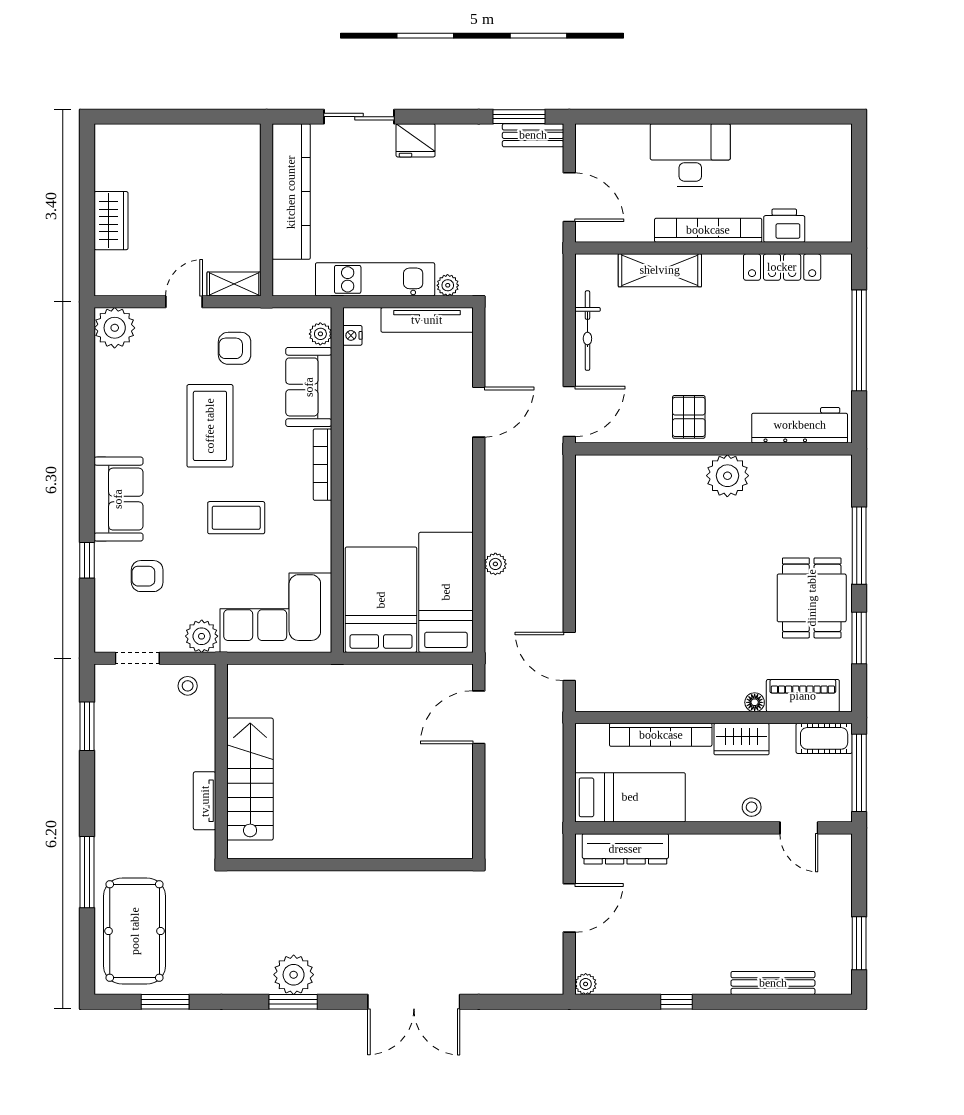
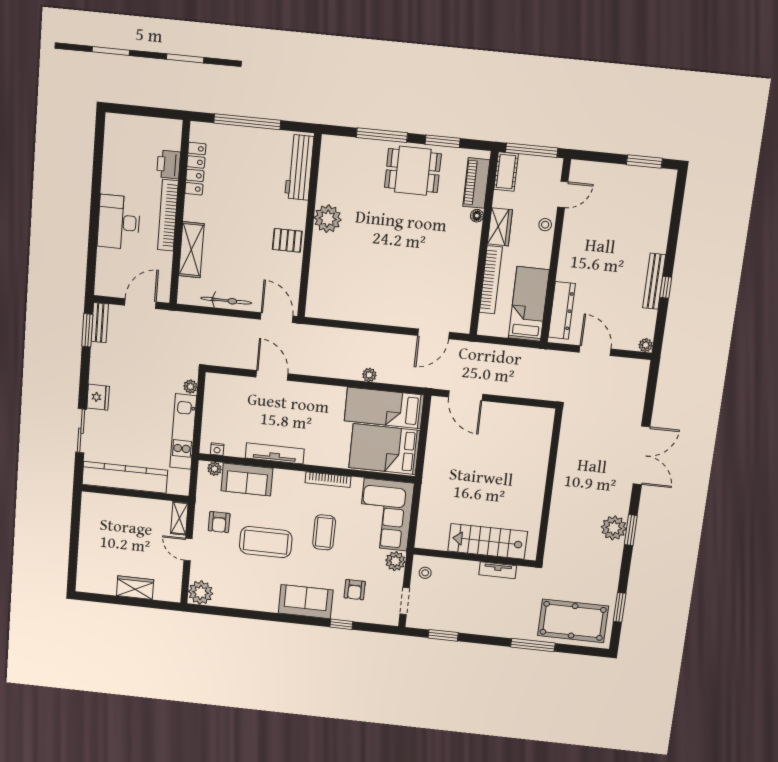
tv unit: (427, 320) -> (275, 453), moved, turned -90
bookcase: (322, 465) -> (328, 480), moved
bench: (773, 983) -> (654, 281), moved

